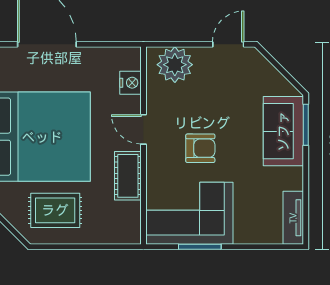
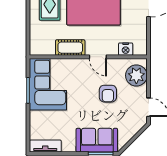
door: (143, 129) -> (98, 57), swing flipped
armchair: (200, 148) -> (108, 94), moved

